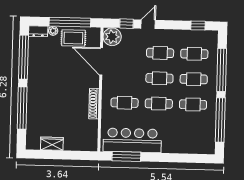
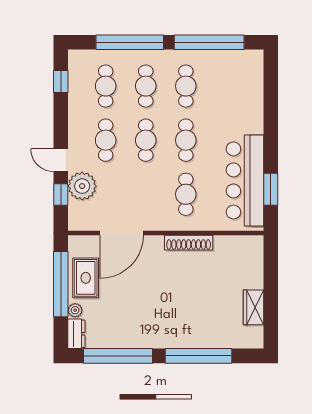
plant: (112, 37) -> (82, 186), moved
window: (126, 157) -> (271, 189), width x0.69

